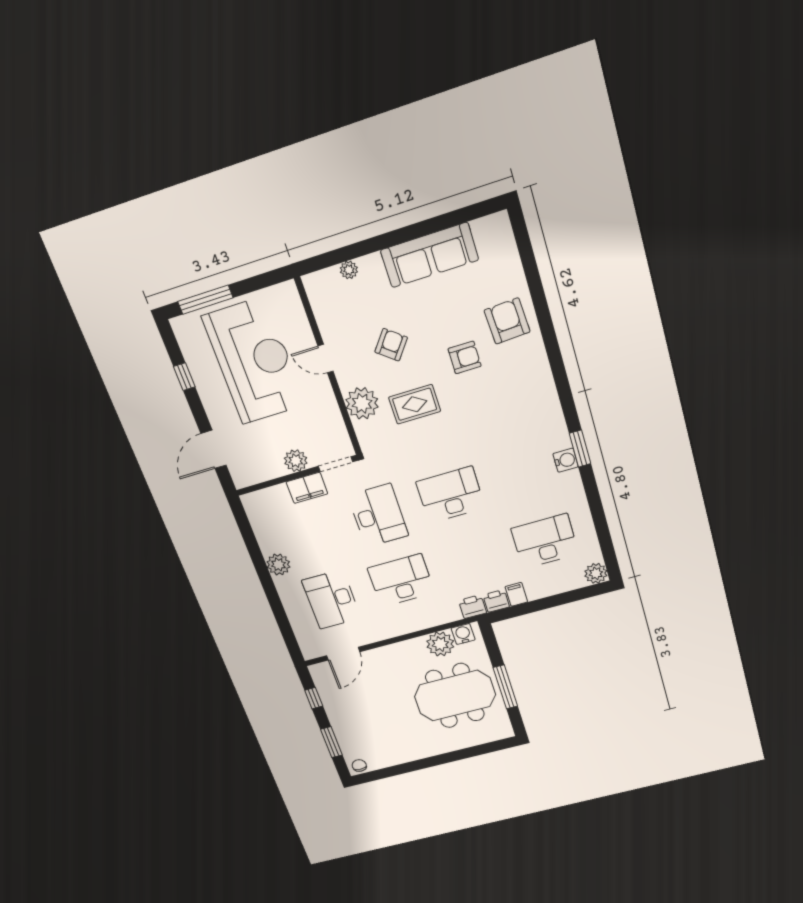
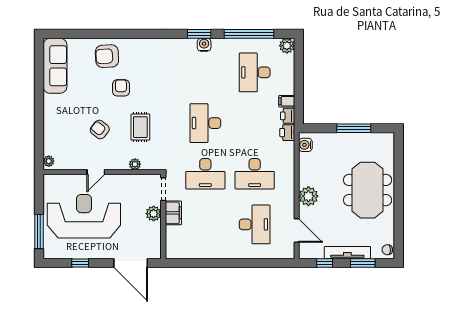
sofa: (429, 255) -> (55, 66), moved
plant: (349, 270) -> (49, 161), moved
plant: (362, 403) -> (135, 164), width x0.53, depth x0.53
door: (214, 449) -> (131, 263), width x1.36
desk: (378, 515) -> (205, 174), turned 180
window: (599, 518) -> (249, 34), added
plant: (278, 564) -> (220, 251), removed
desk: (401, 580) -> (255, 174), turned -90
desk: (331, 599) -> (255, 224), turned -90
plant: (440, 644) -> (308, 196), moved
meeting table: (455, 696) -> (368, 190), moved
tv unit: (338, 721) -> (347, 253), added

